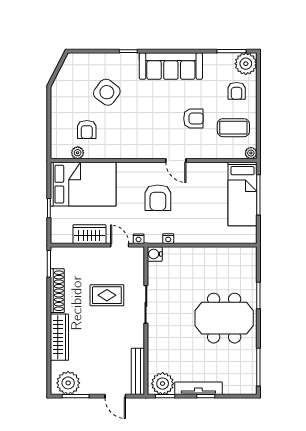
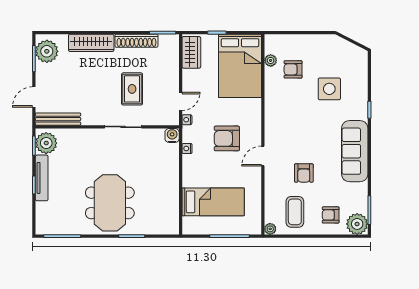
side table: (107, 92) -> (329, 89), turned -37
bed: (242, 194) -> (213, 202), moved, turned 180
wardrobe: (89, 234) -> (191, 52), moved

